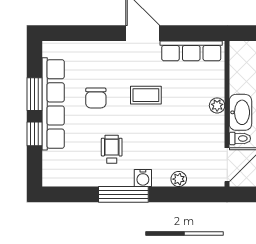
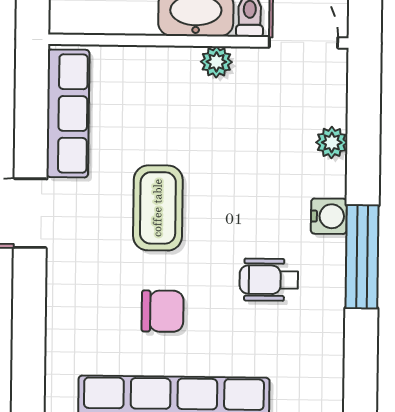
coffee table: (146, 95) -> (158, 208), width x1.36, depth x1.30
plant: (217, 105) -> (216, 62), moved

